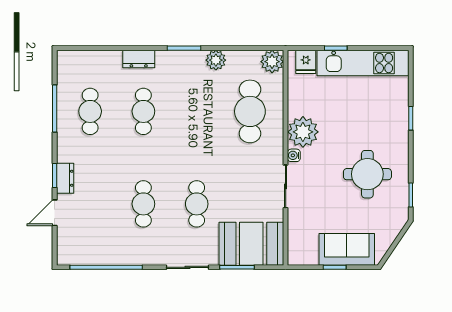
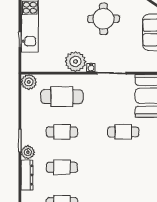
dresser: (139, 59) -> (27, 175), width x1.44
plant: (216, 60) -> (28, 152), moved
fridge: (306, 62) -> (29, 60), removed
cafe table: (143, 204) -> (62, 132), moved

